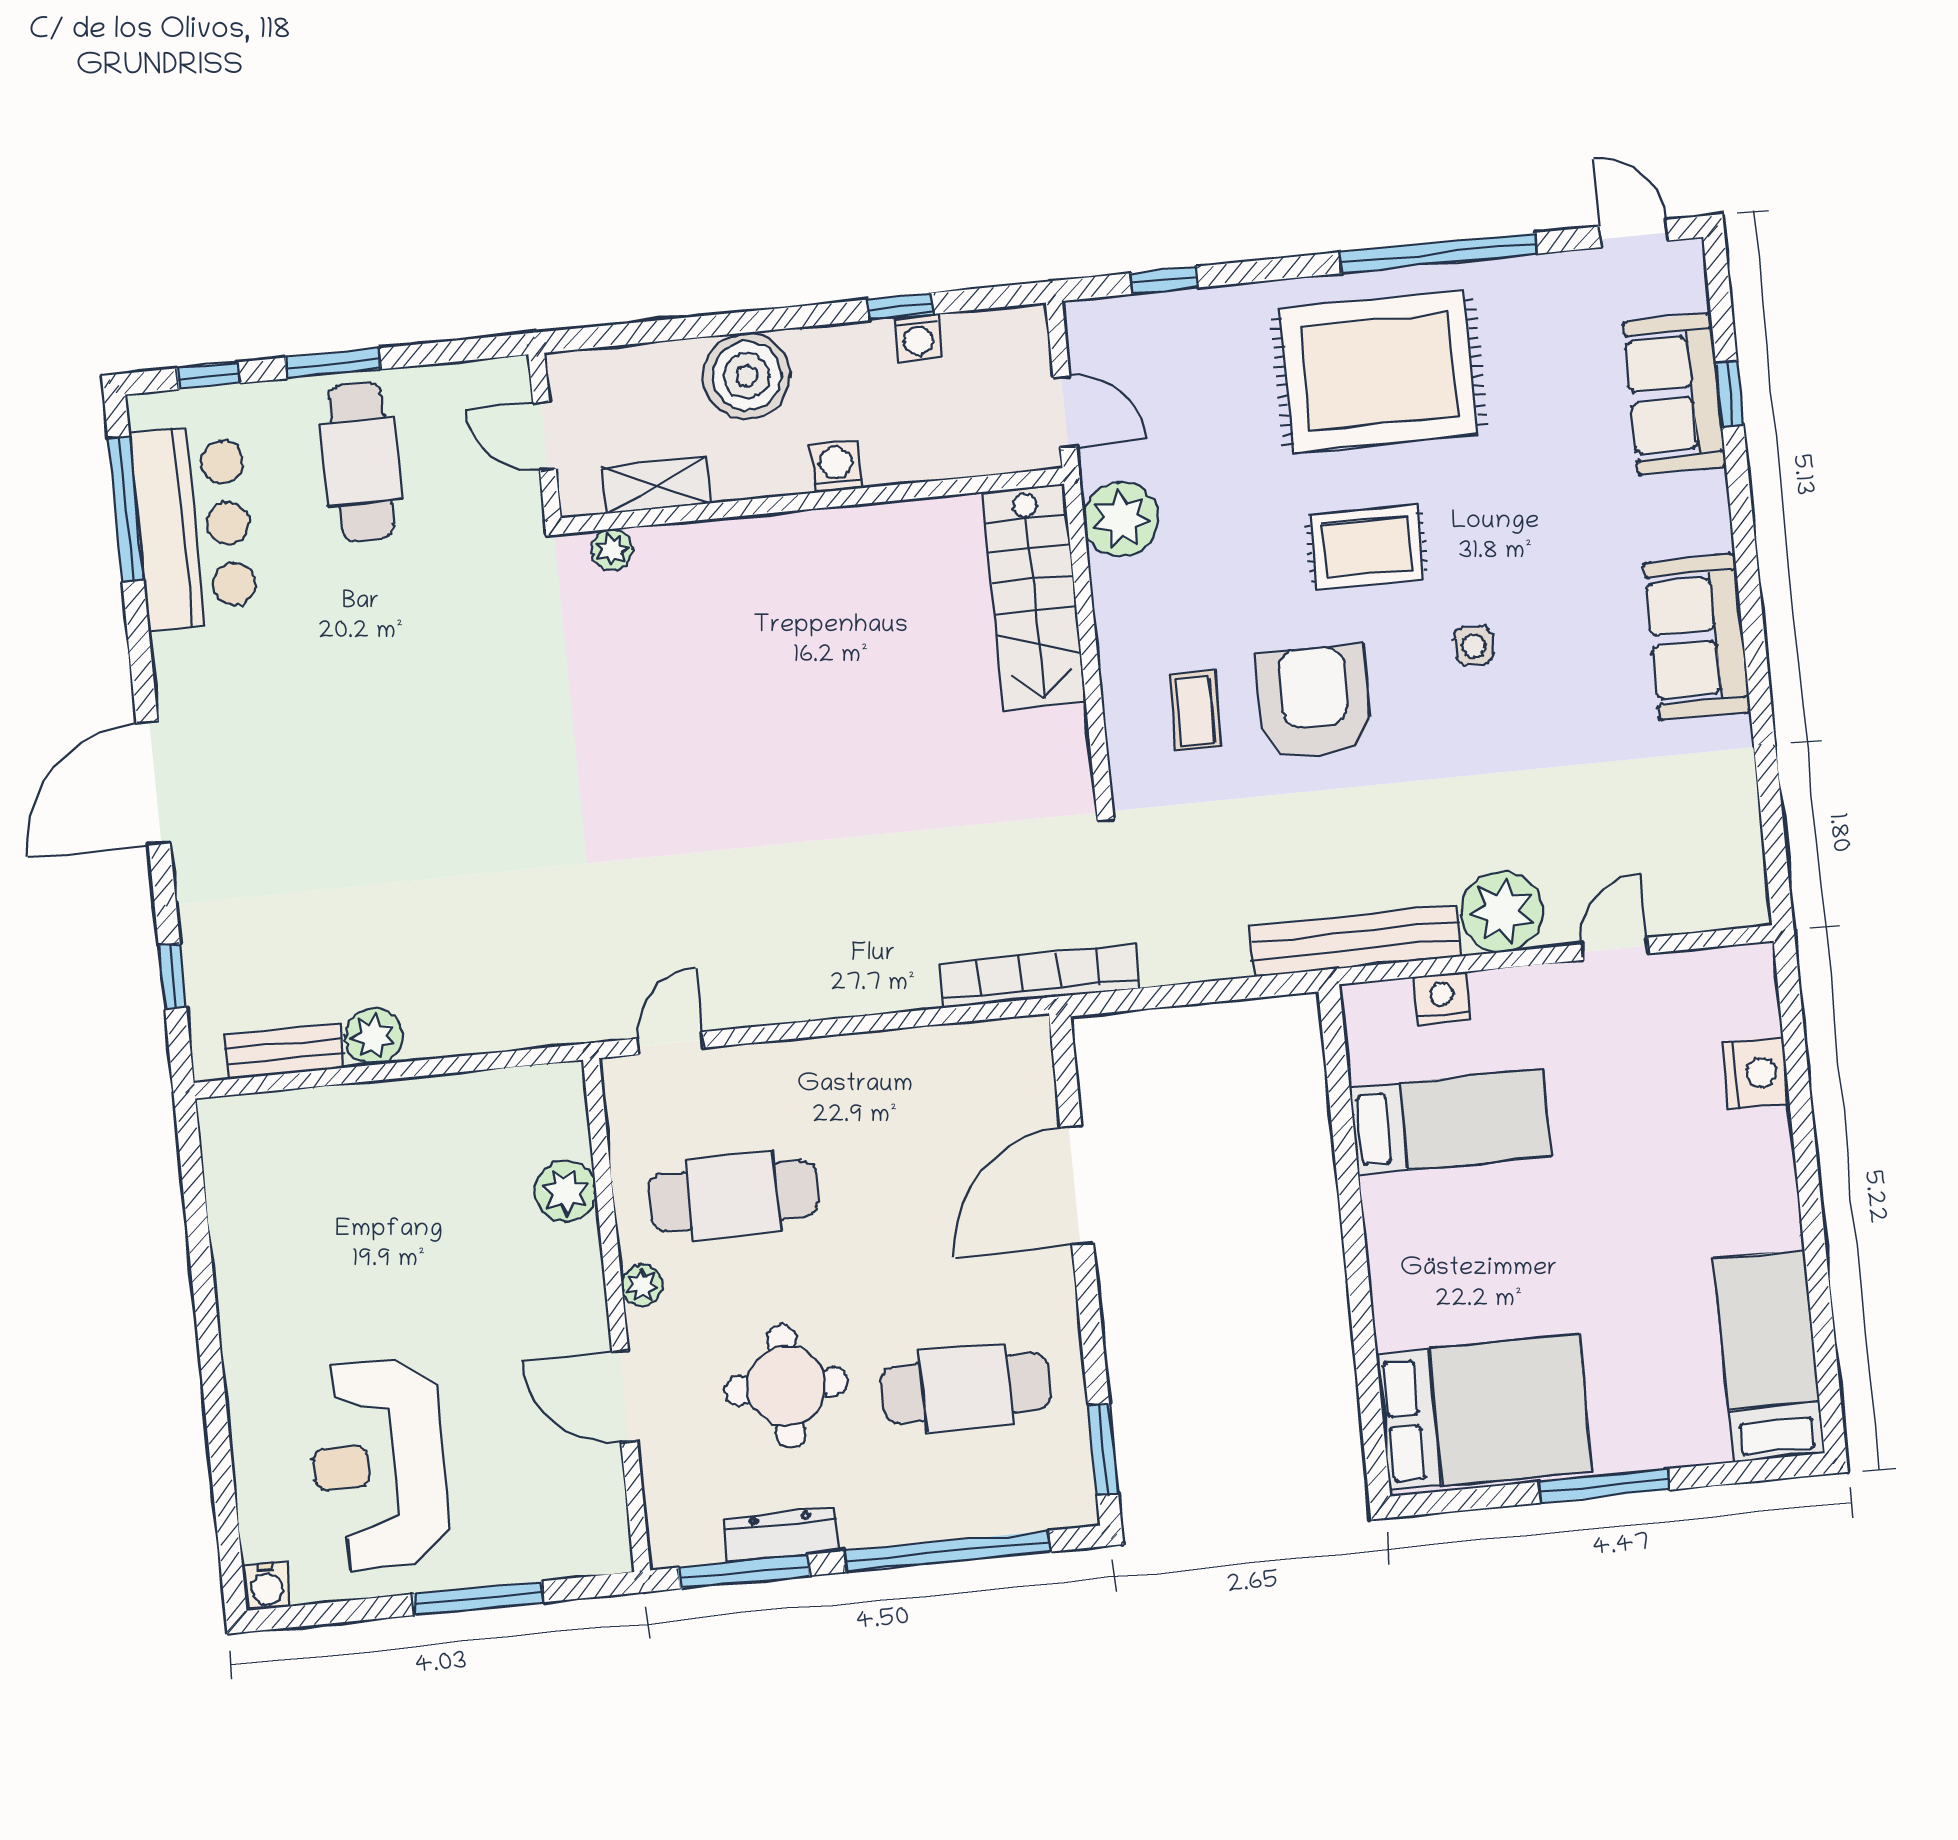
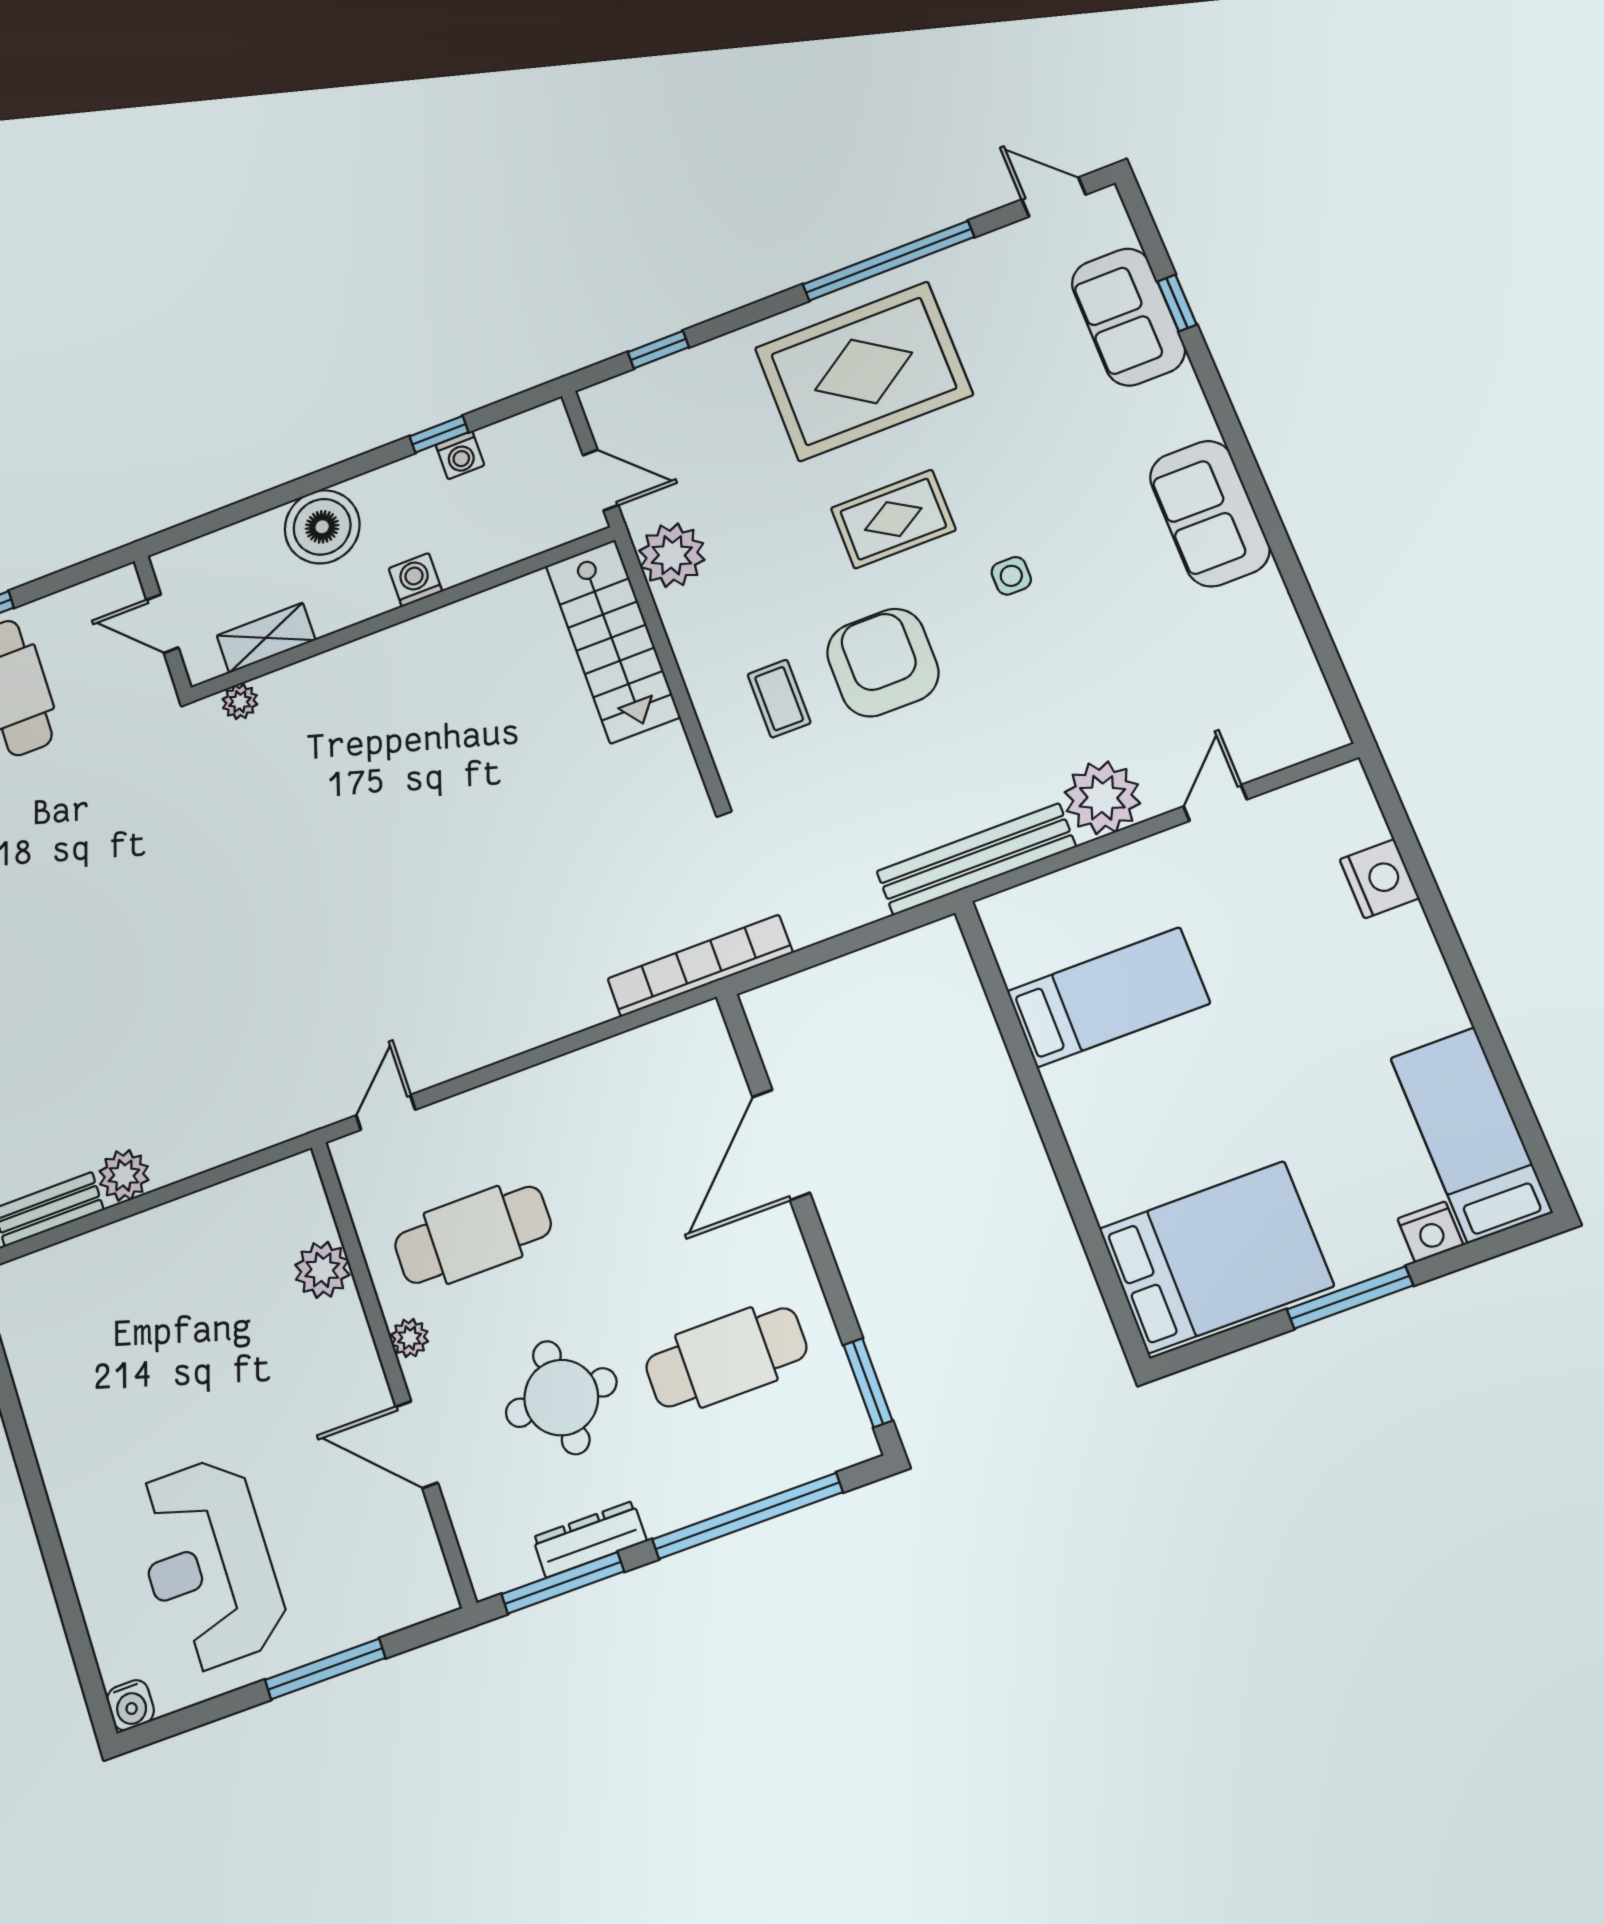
nightstand: (1442, 998) -> (1430, 1232), moved, turned 180

